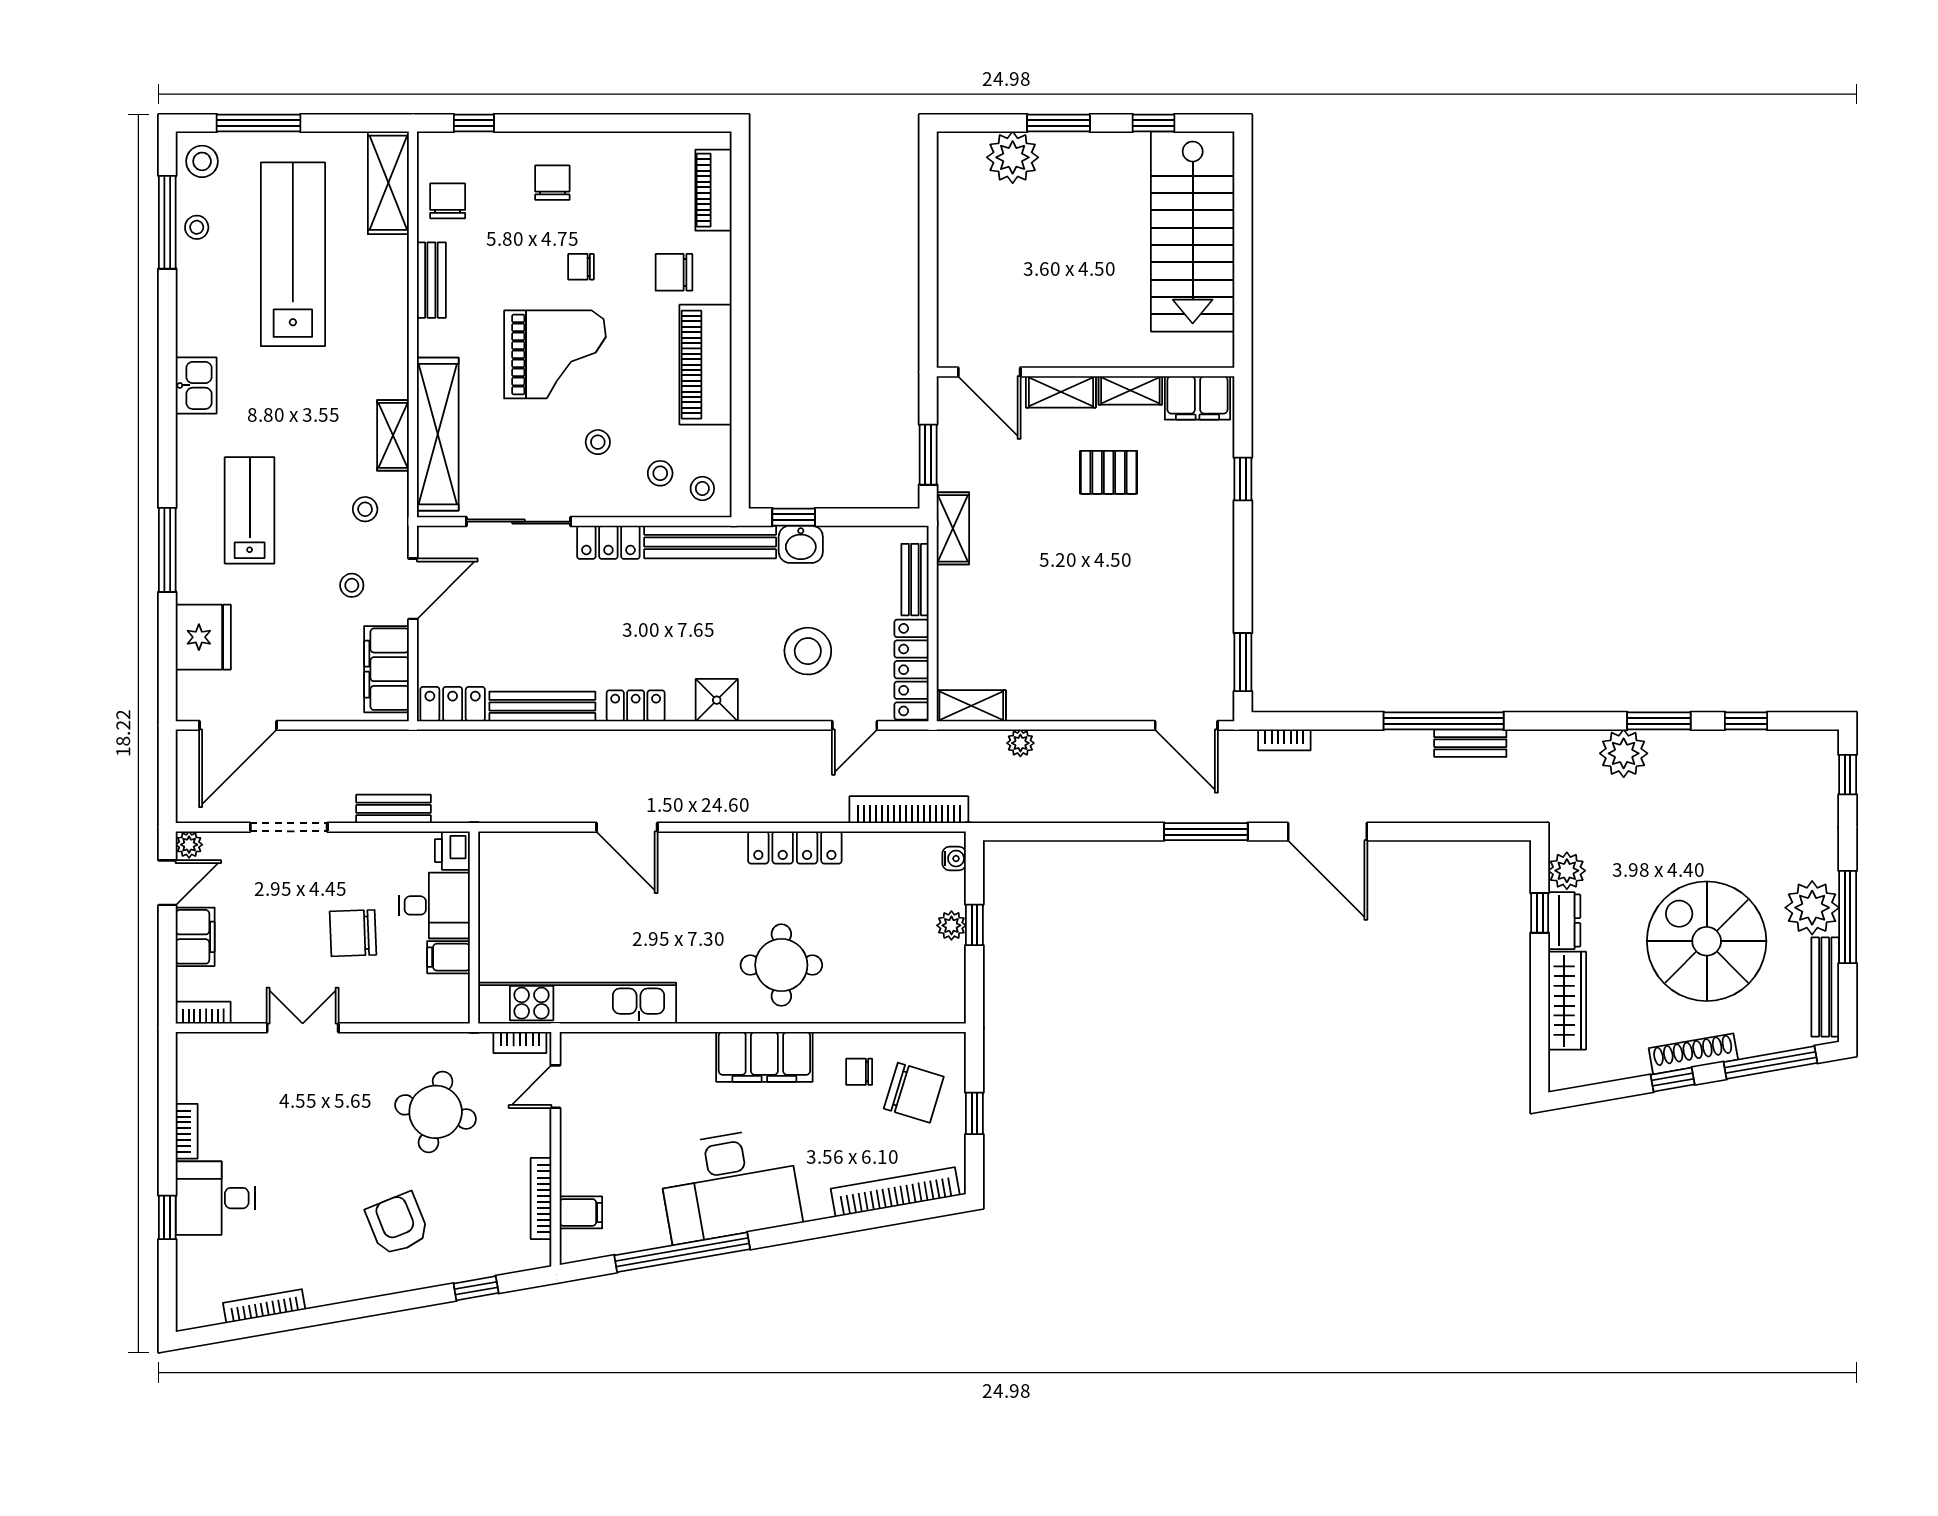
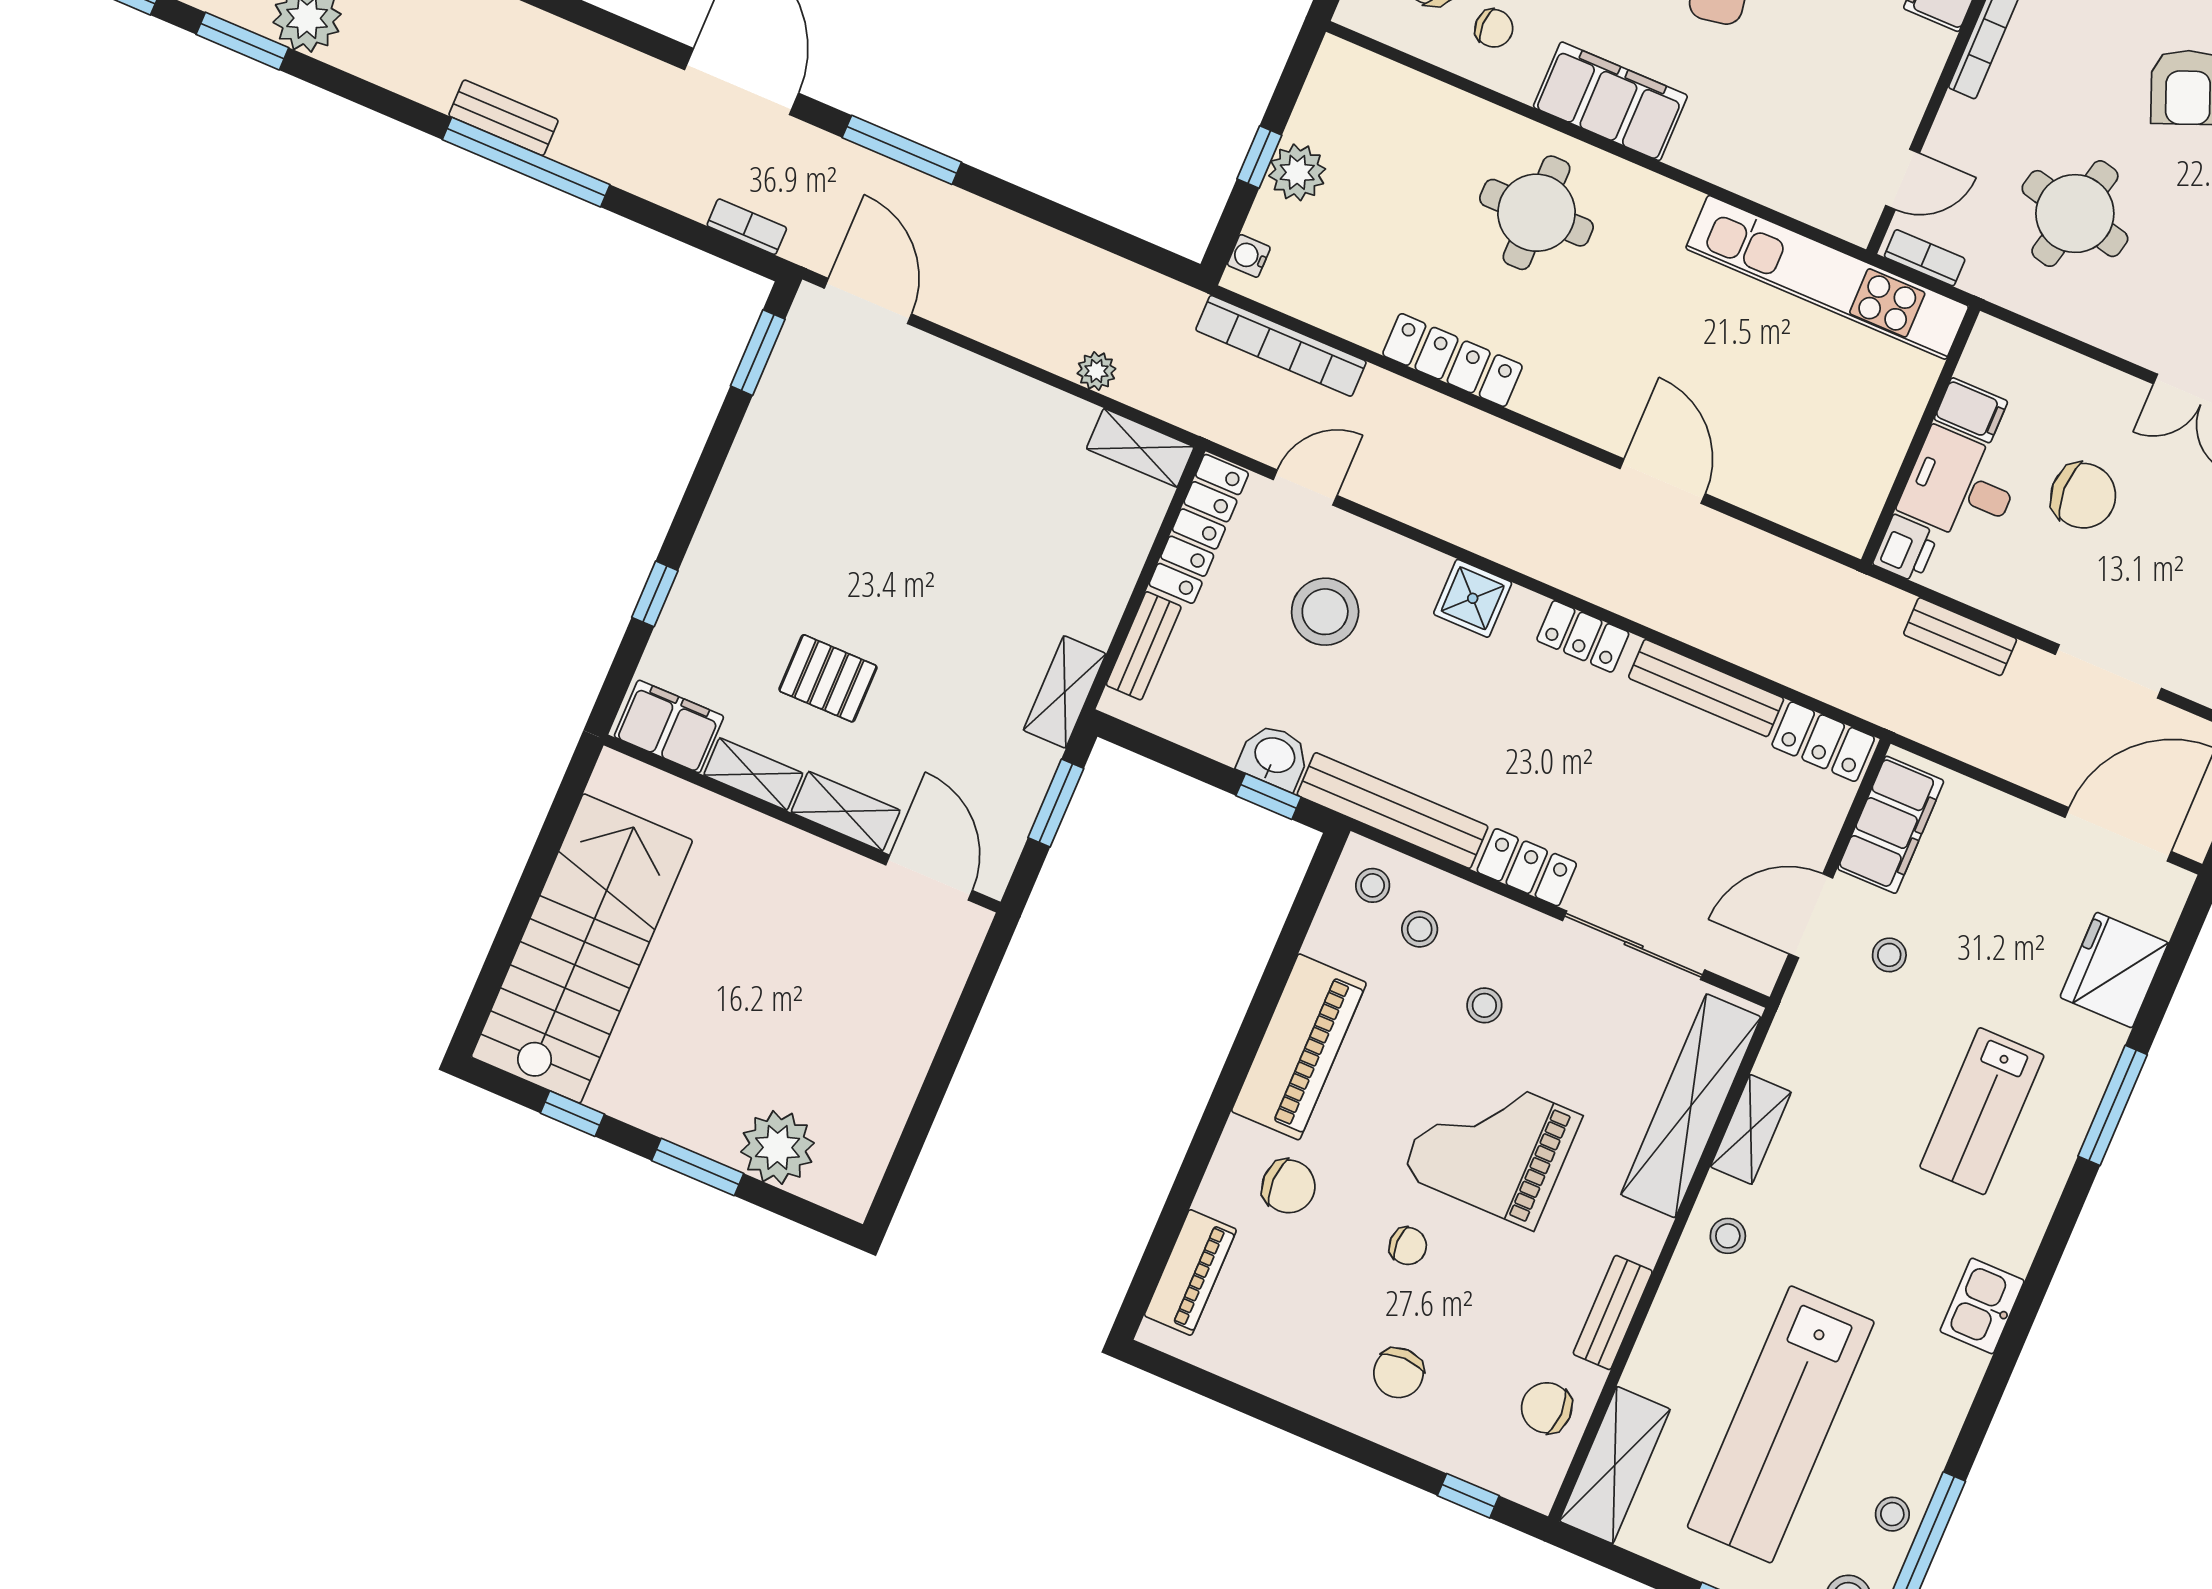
chair: (448, 201) -> (1547, 1408), turned 90
stool: (365, 509) -> (1728, 1236), moved
plant: (951, 925) -> (1297, 172), width x1.38, depth x1.38

